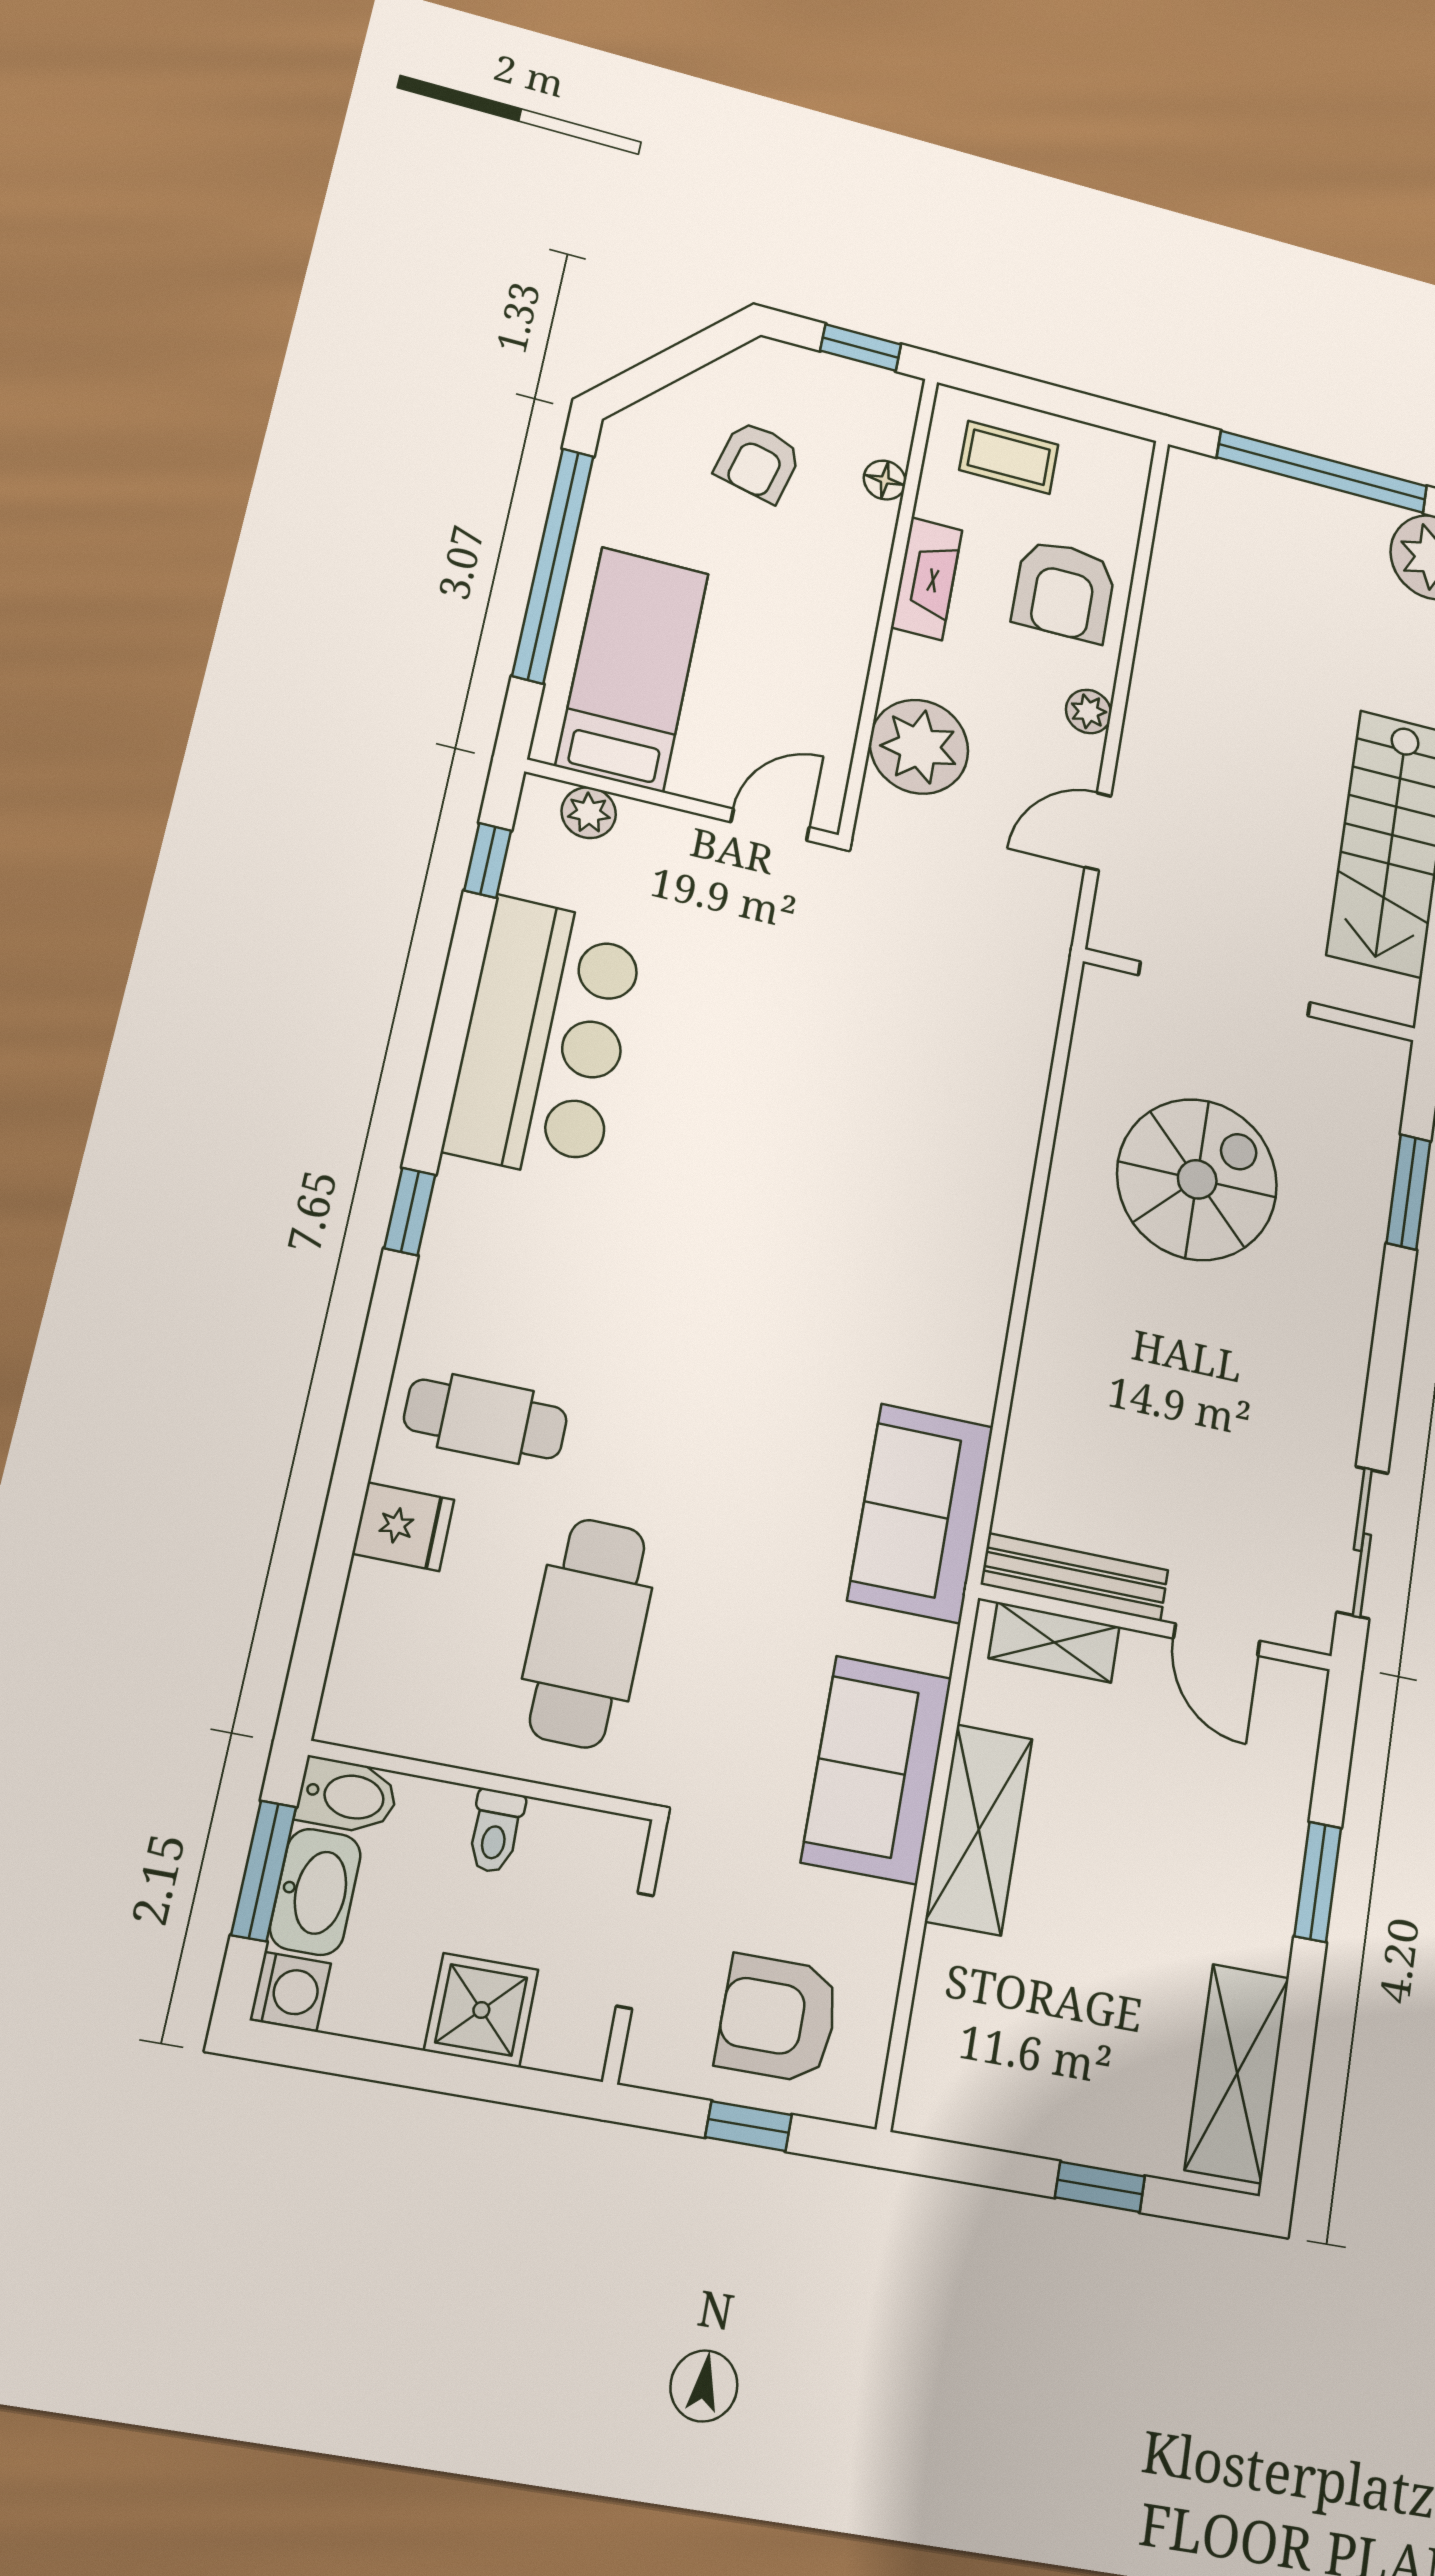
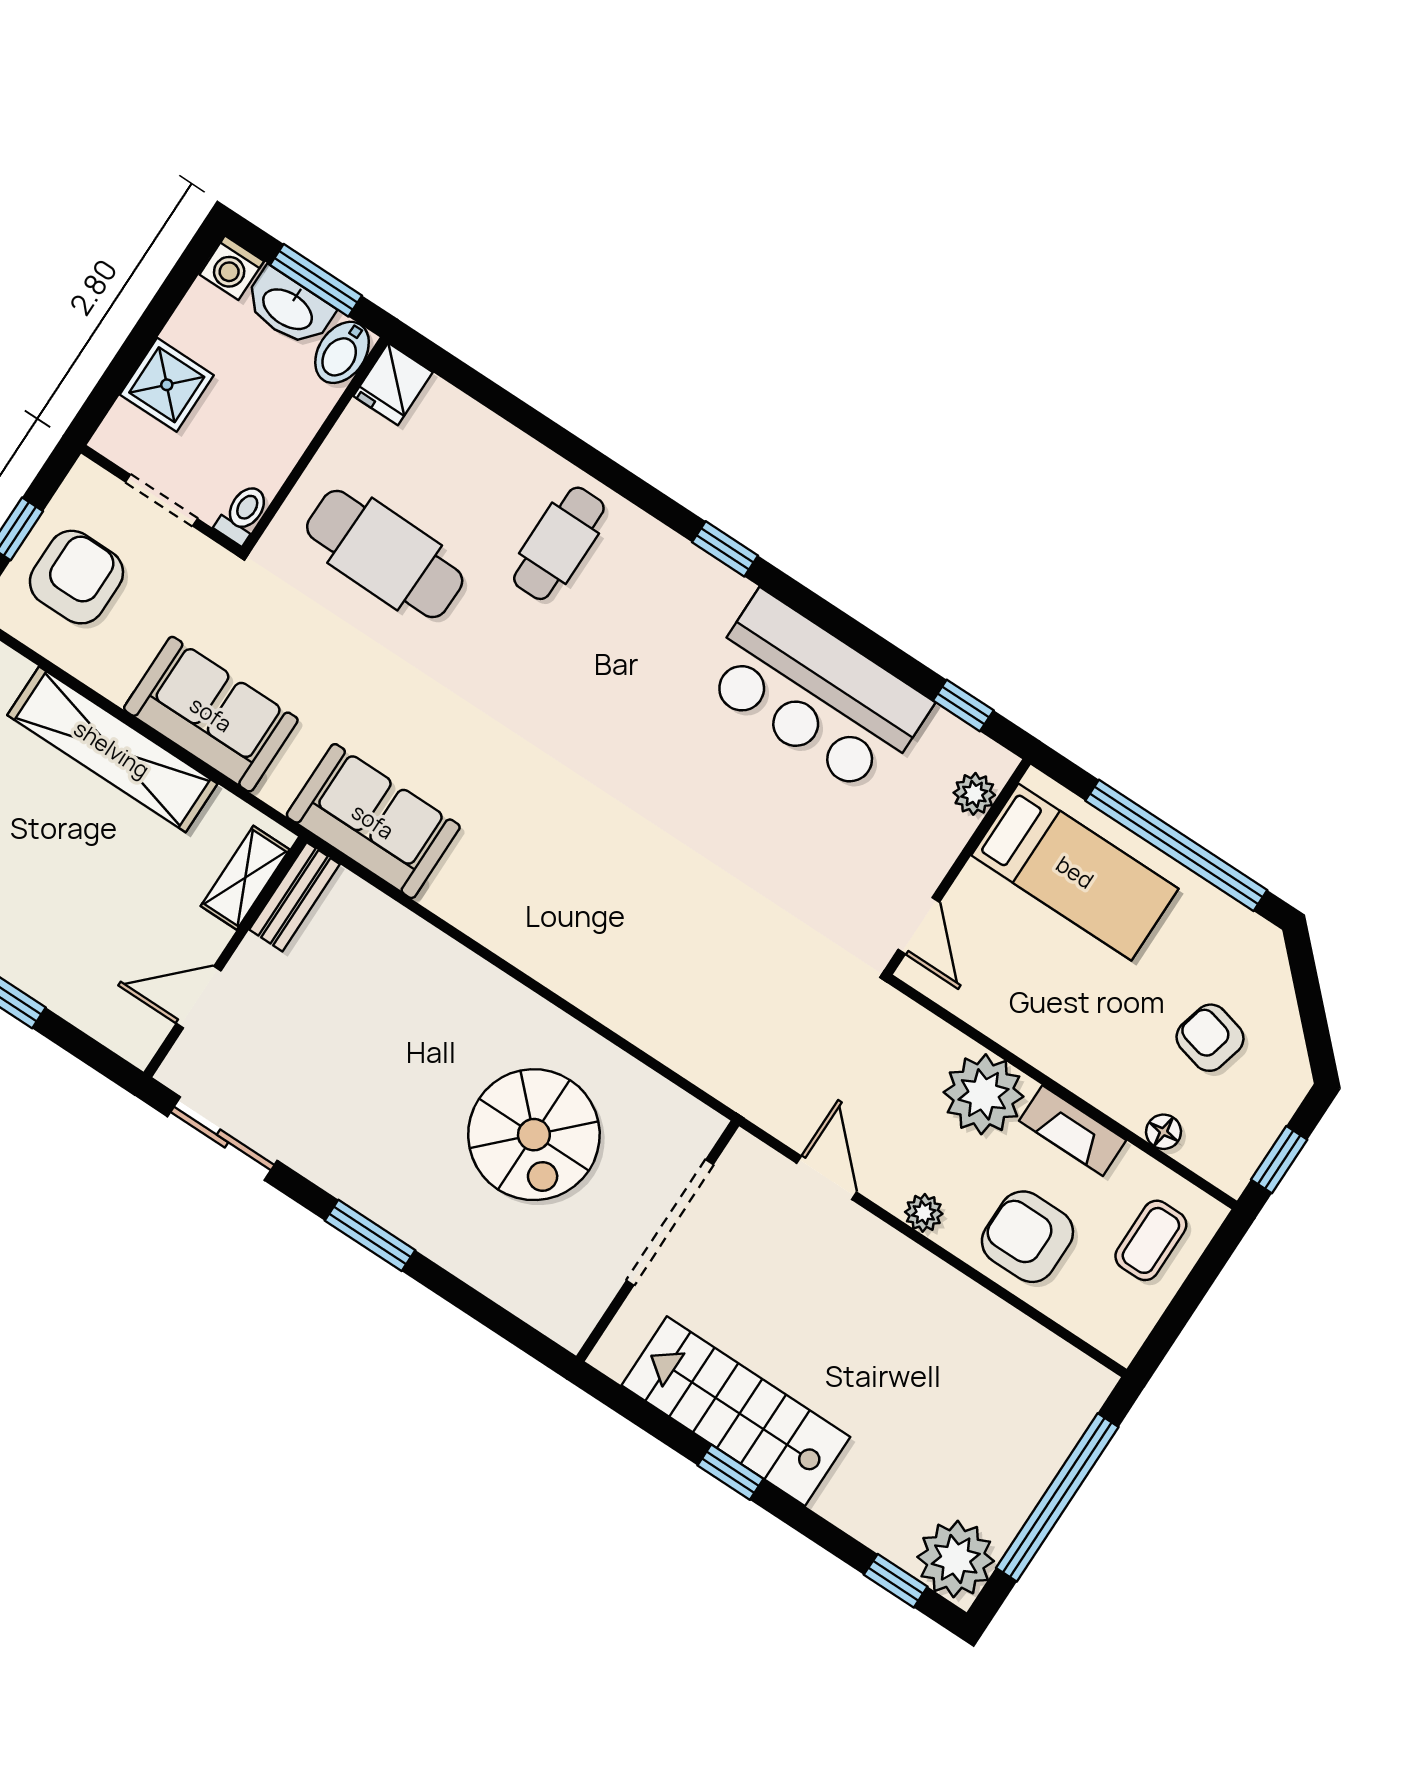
plant: (919, 747) -> (983, 1094), moved
window: (1409, 1192) -> (370, 1235), moved
fridge: (403, 1527) -> (393, 384), moved
bench: (1075, 1577) -> (295, 897), width x0.73
shelving: (979, 1830) -> (112, 749), width x1.47
toilet: (495, 1831) -> (243, 514), moved, turned 90

